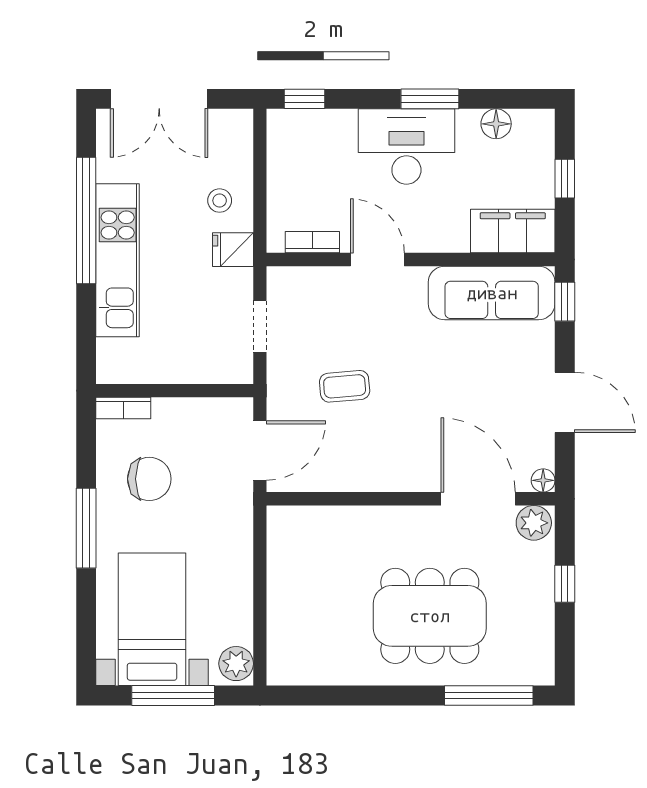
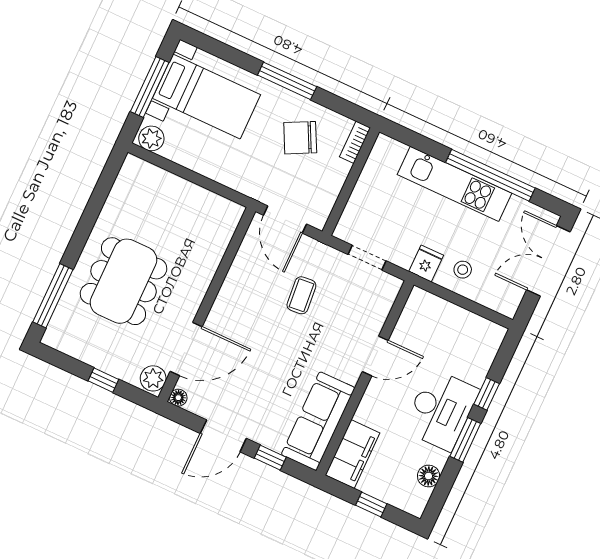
window: (305, 99) -> (487, 394), moved
bookcase: (312, 242) -> (407, 318), removed
window: (565, 302) -> (270, 458), moved
chair: (149, 479) -> (300, 138), turned 63

